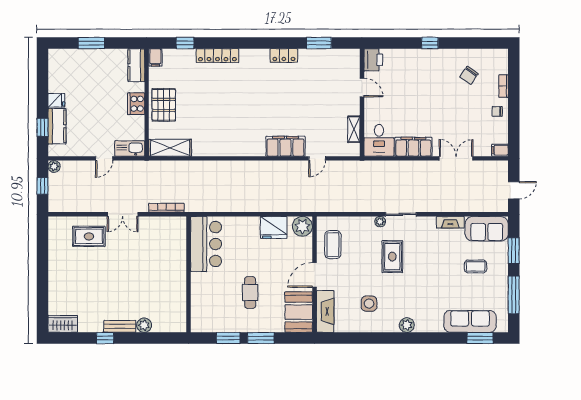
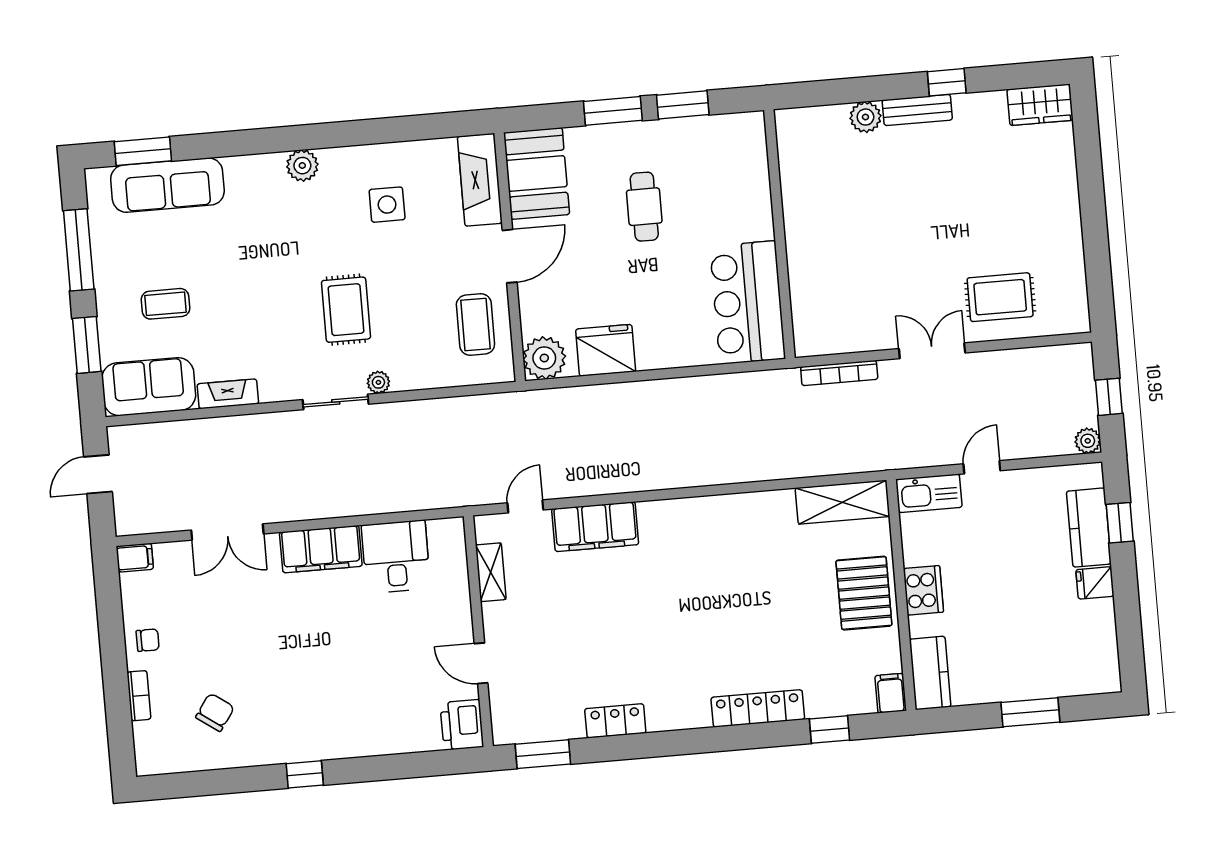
printer: (373, 60) -> (462, 725), moved
door: (362, 88) -> (481, 663), moved
wall: (362, 102) -> (478, 631), moved
shelving: (354, 129) -> (491, 572), moved

